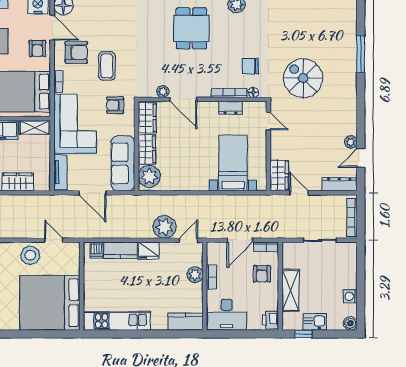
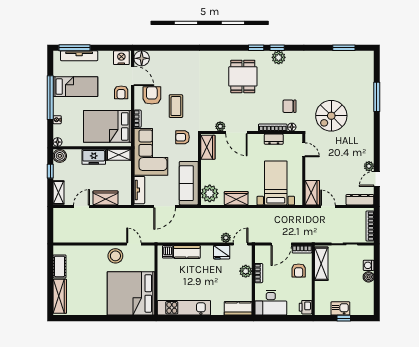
armchair: (76, 52) -> (152, 95), turned -90
spiral stairs: (303, 78) -> (331, 116), turned -90
wardrobe: (147, 149) -> (236, 198), moved, turned -90
door: (92, 193) -> (165, 206), hinge flipped
plant: (165, 227) -> (226, 238), width x0.53, depth x0.53
fridge: (149, 251) -> (222, 252), moved
shelving: (290, 290) -> (321, 264), moved
washing machine: (350, 296) -> (369, 265), moved
boiler: (350, 323) -> (369, 277), moved
window: (303, 334) -> (344, 318), moved

